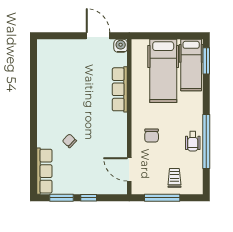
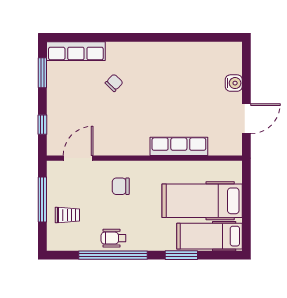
water cooler: (121, 46) -> (234, 83), moved
window: (206, 61) -> (181, 255), moved
window: (89, 198) -> (42, 125), moved

